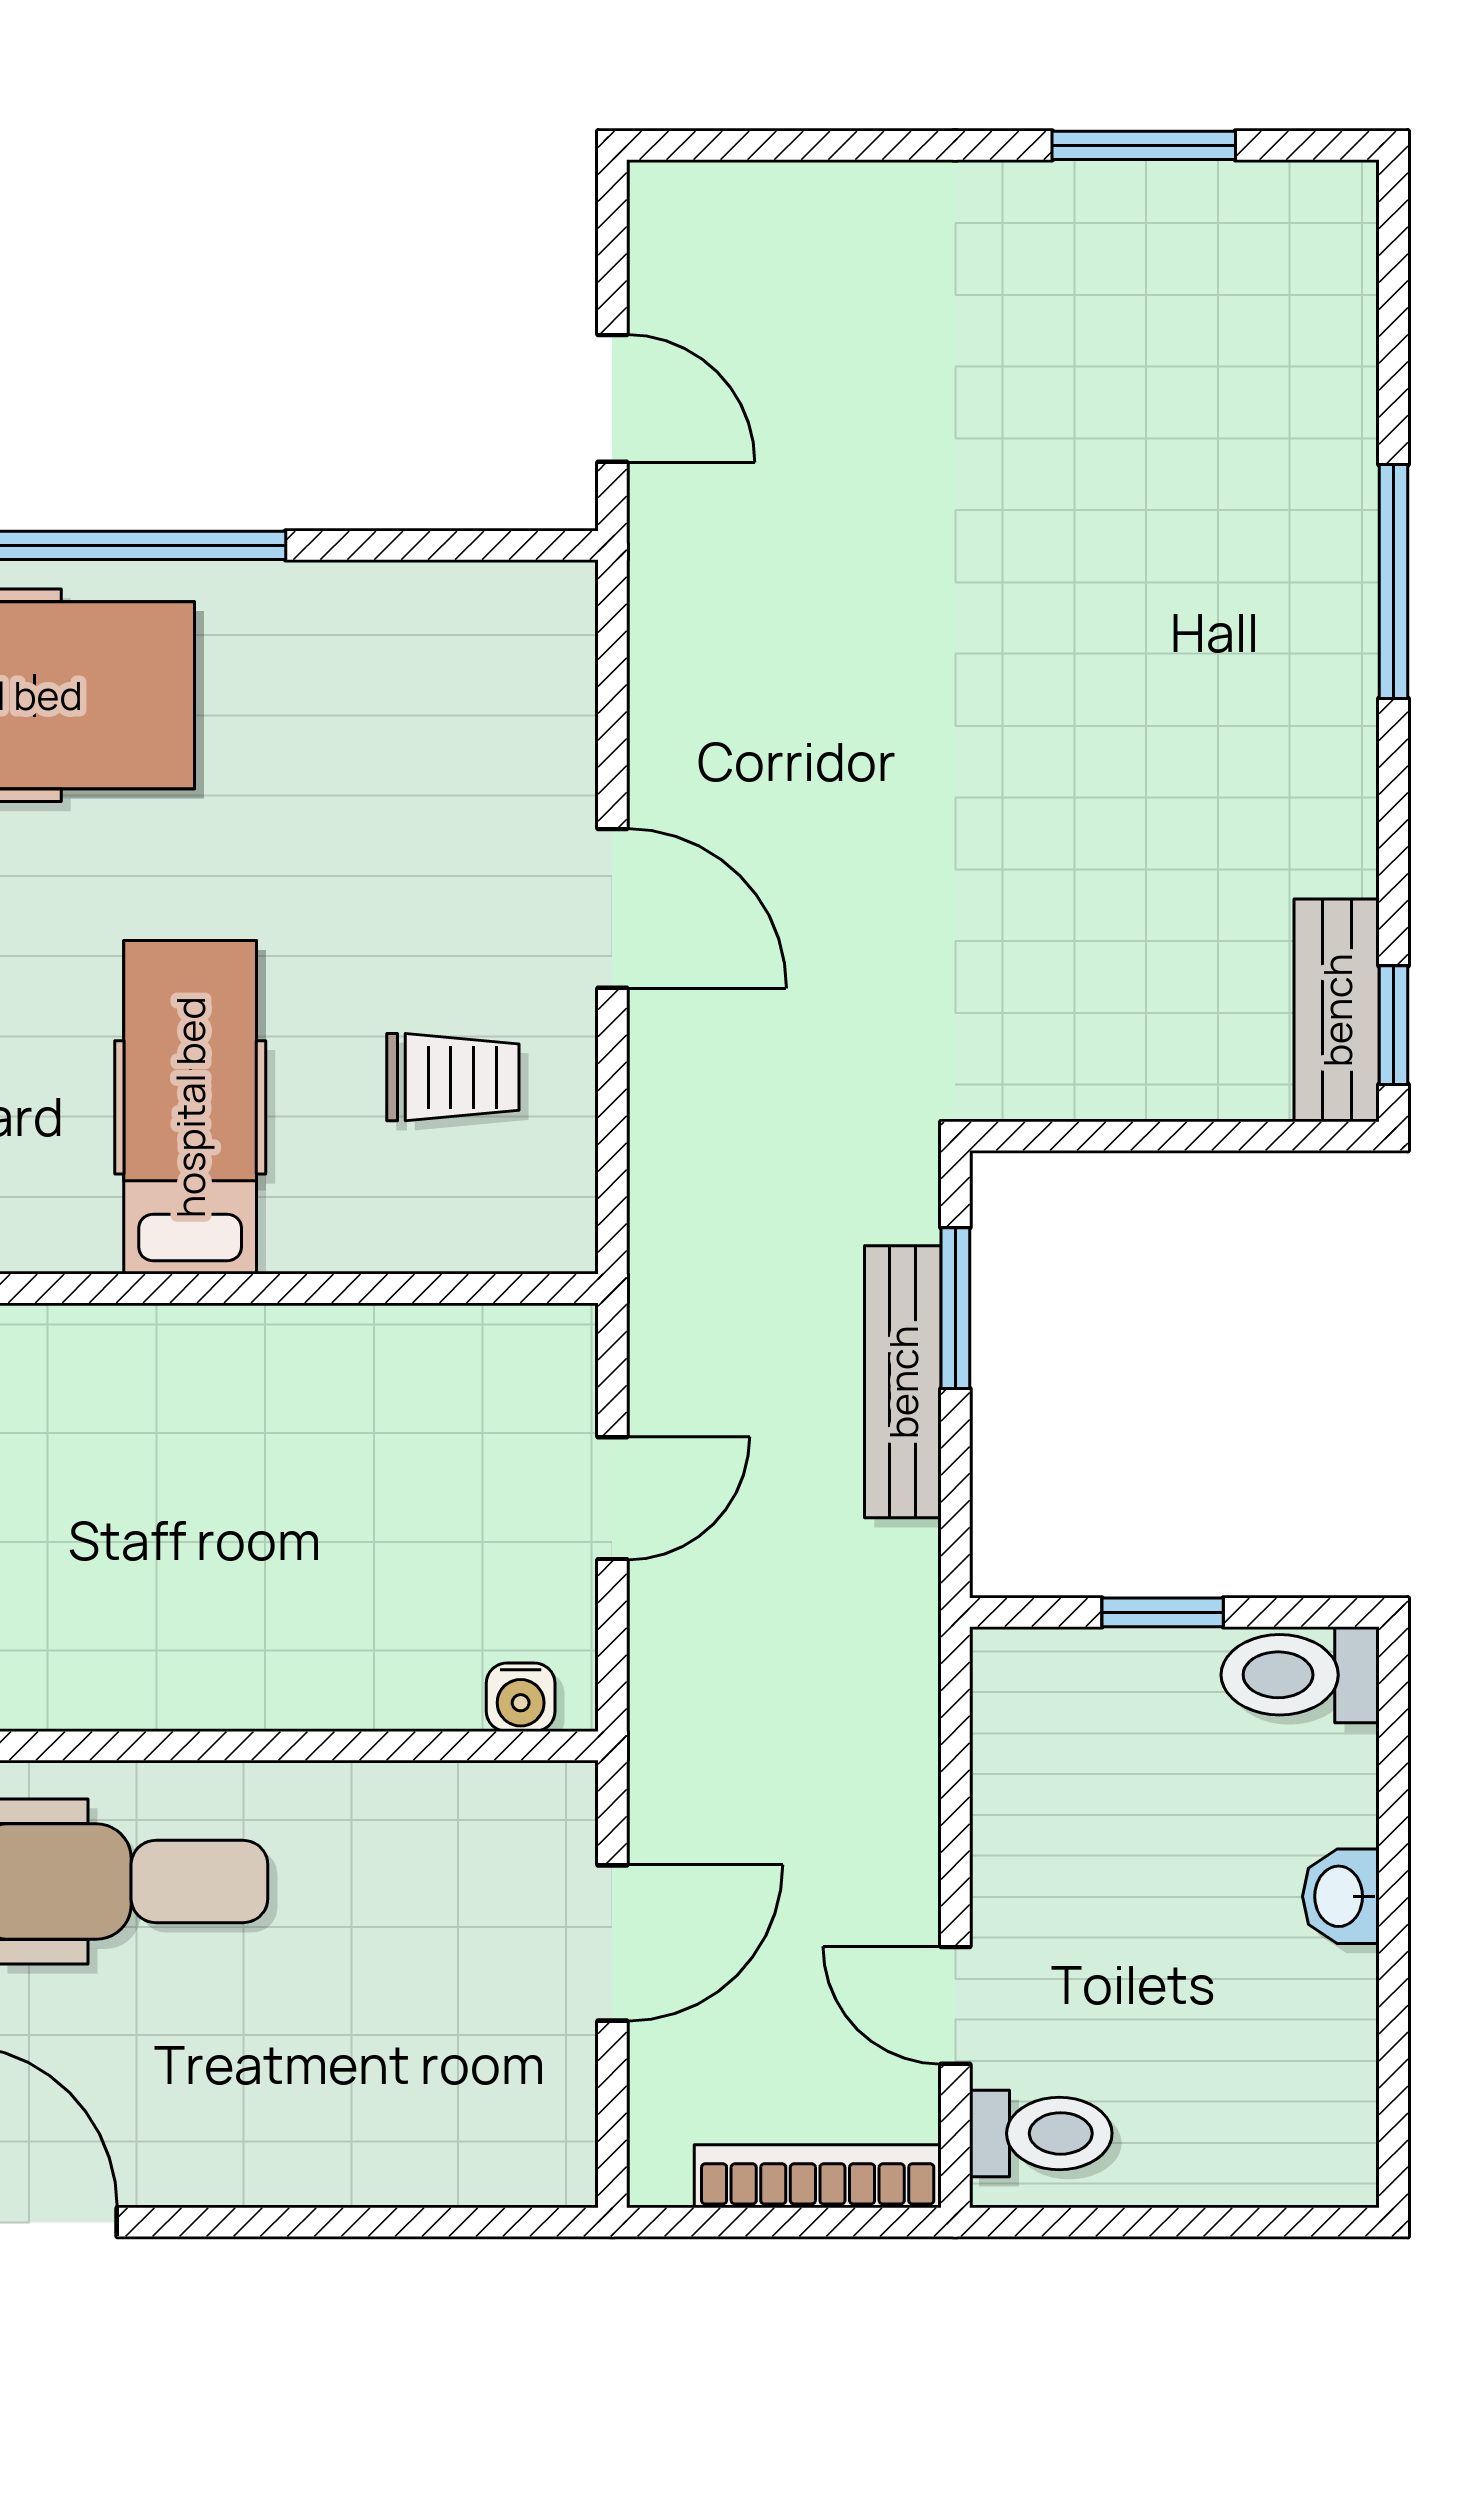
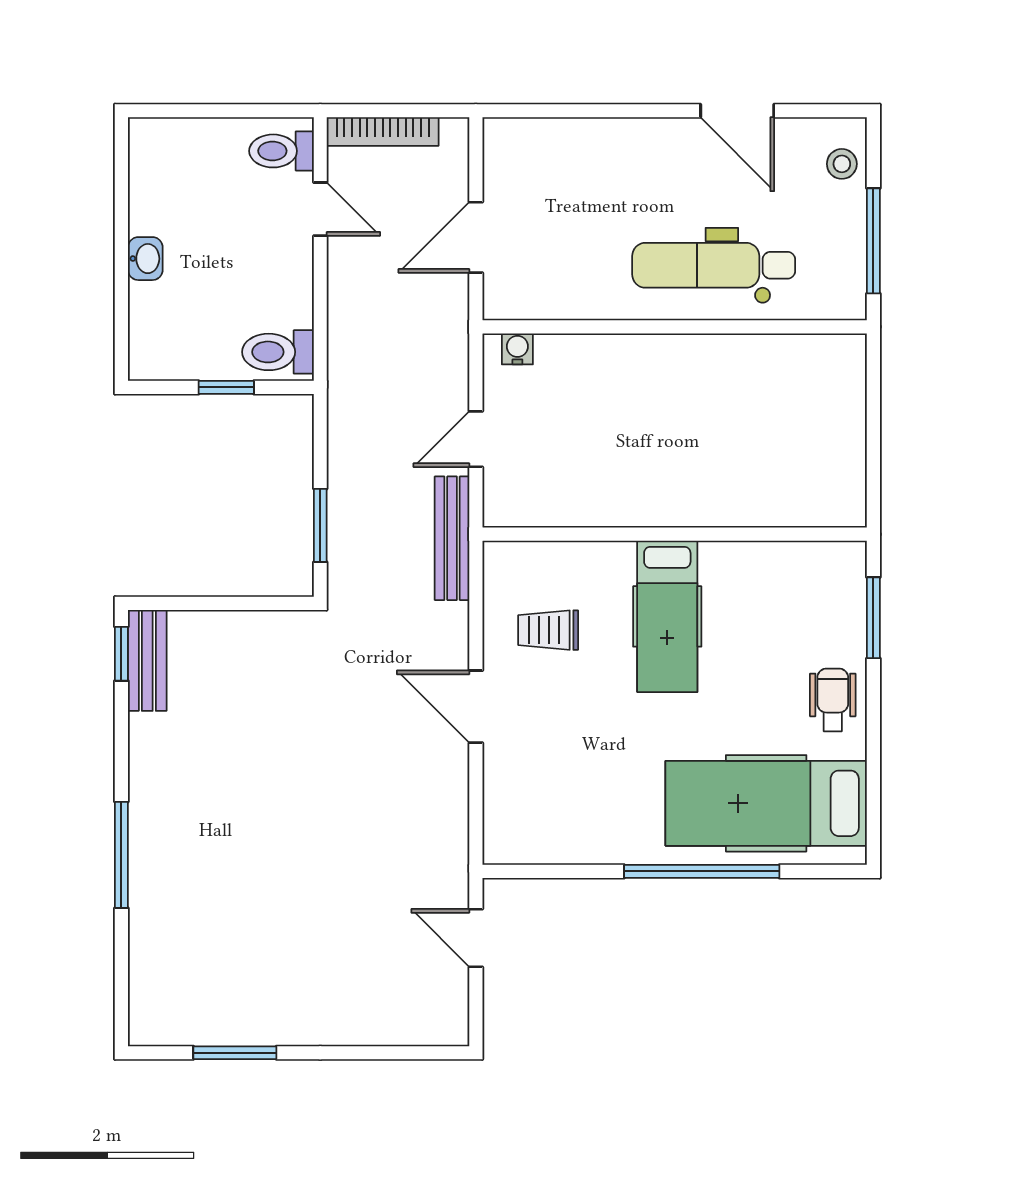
bench: (903, 1382) -> (452, 538), moved
toilet: (1300, 1675) -> (278, 352), moved, turned 180

